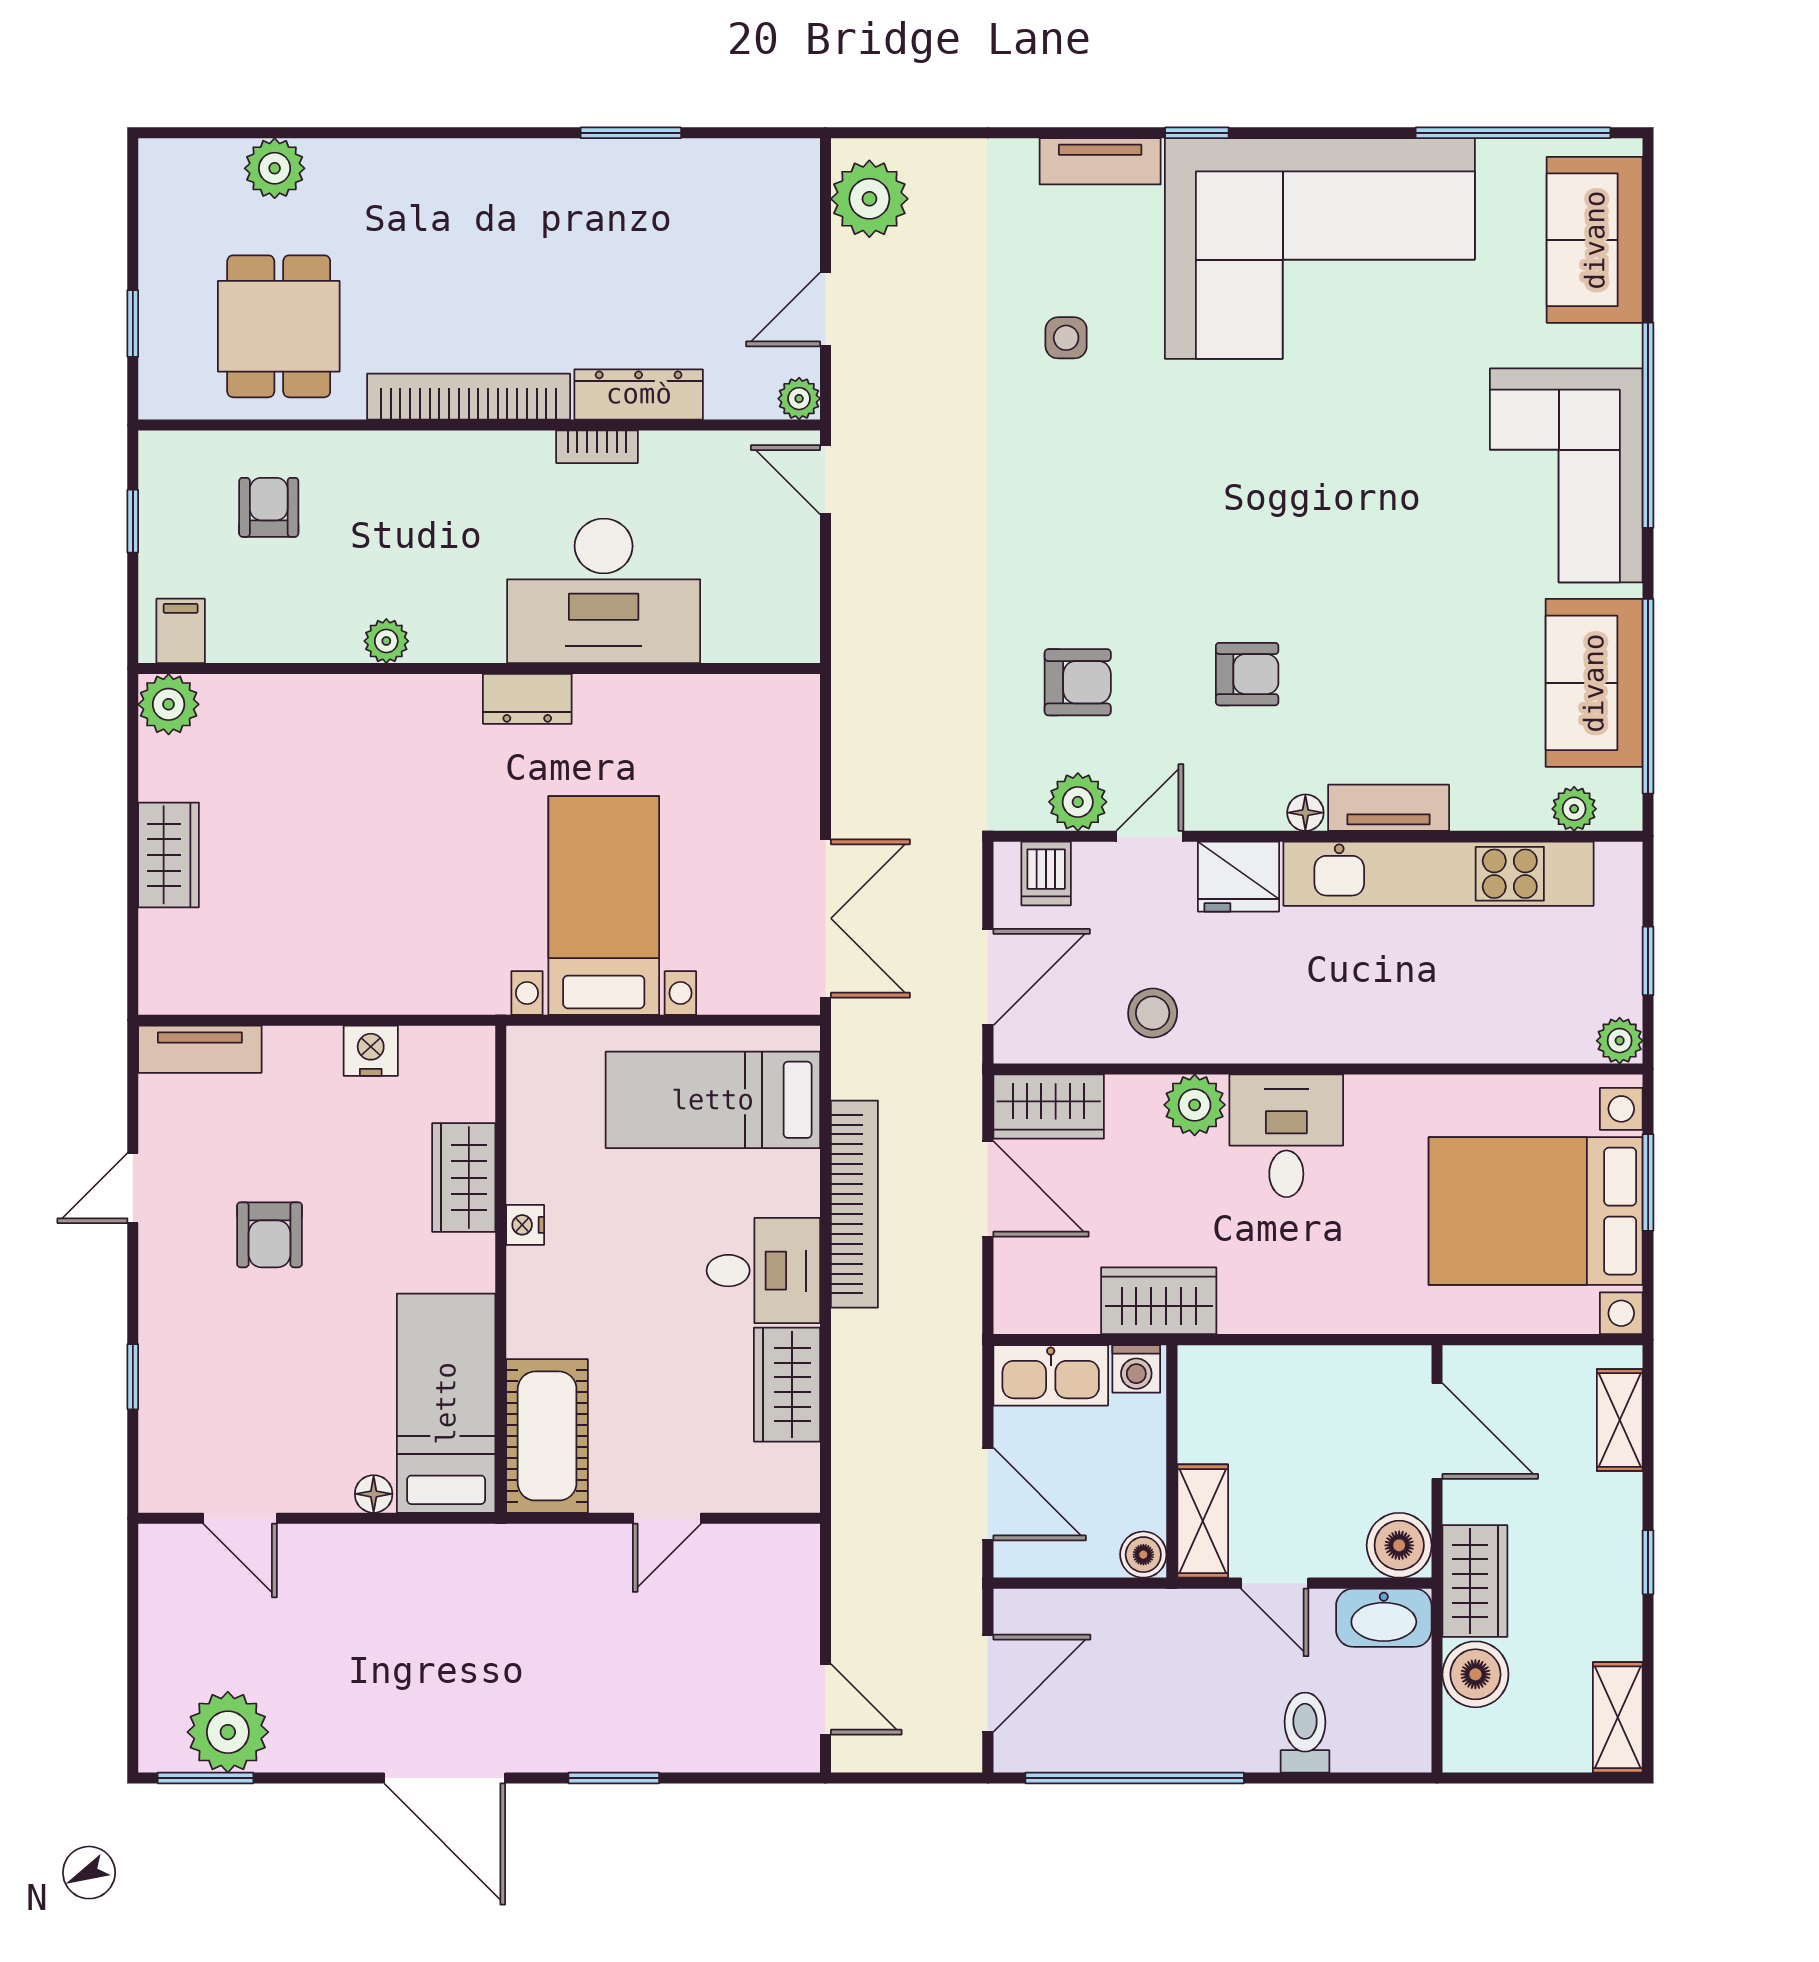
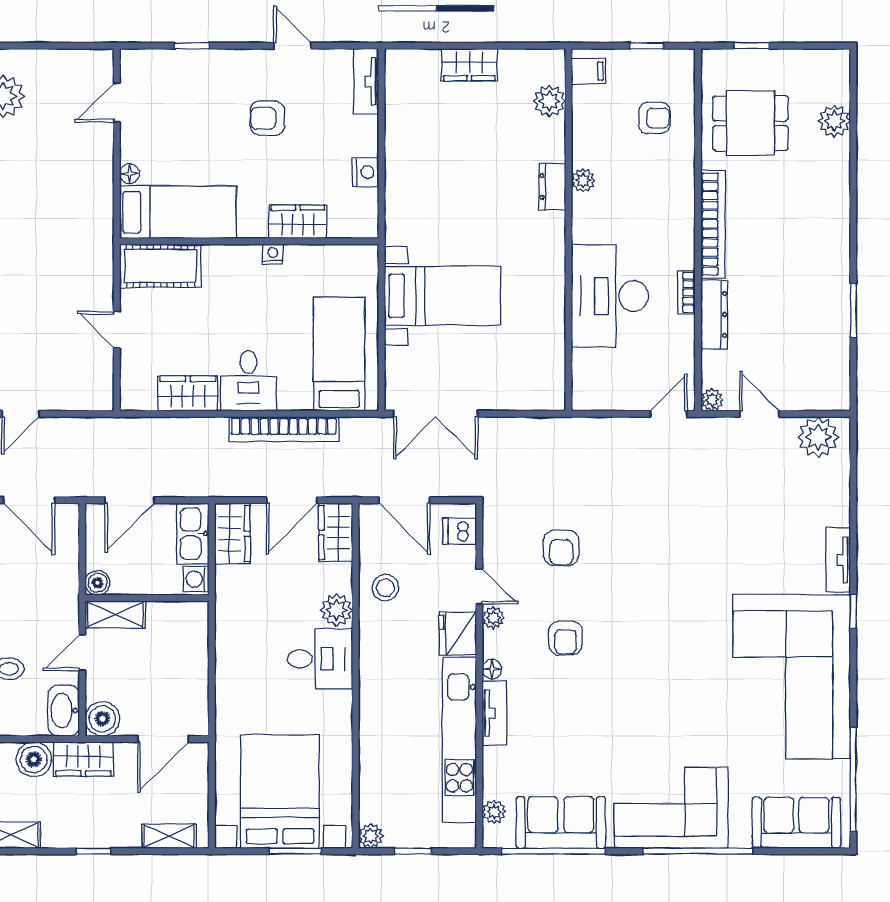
side table: (1066, 338) -> (744, 542), removed
dresser: (527, 699) -> (552, 187), moved
plant: (169, 704) -> (549, 101), moved
plant: (1078, 802) -> (493, 618), moved, width x0.73, depth x0.73
wardrobe: (1159, 1301) -> (232, 534), moved

